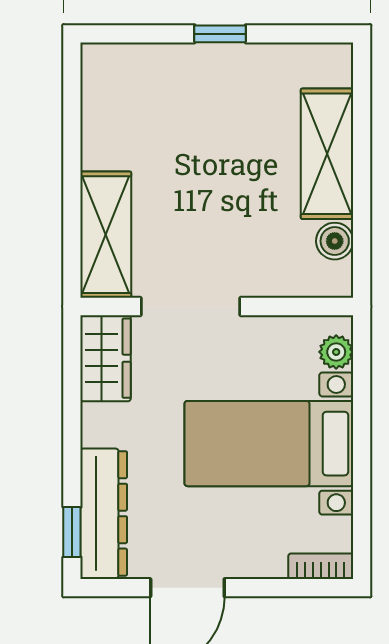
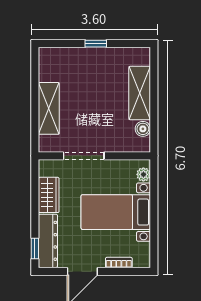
shelving: (106, 235) -> (49, 108), moved
wardrobe: (106, 358) -> (49, 195), moved
bookcase: (321, 566) -> (119, 263), moved

